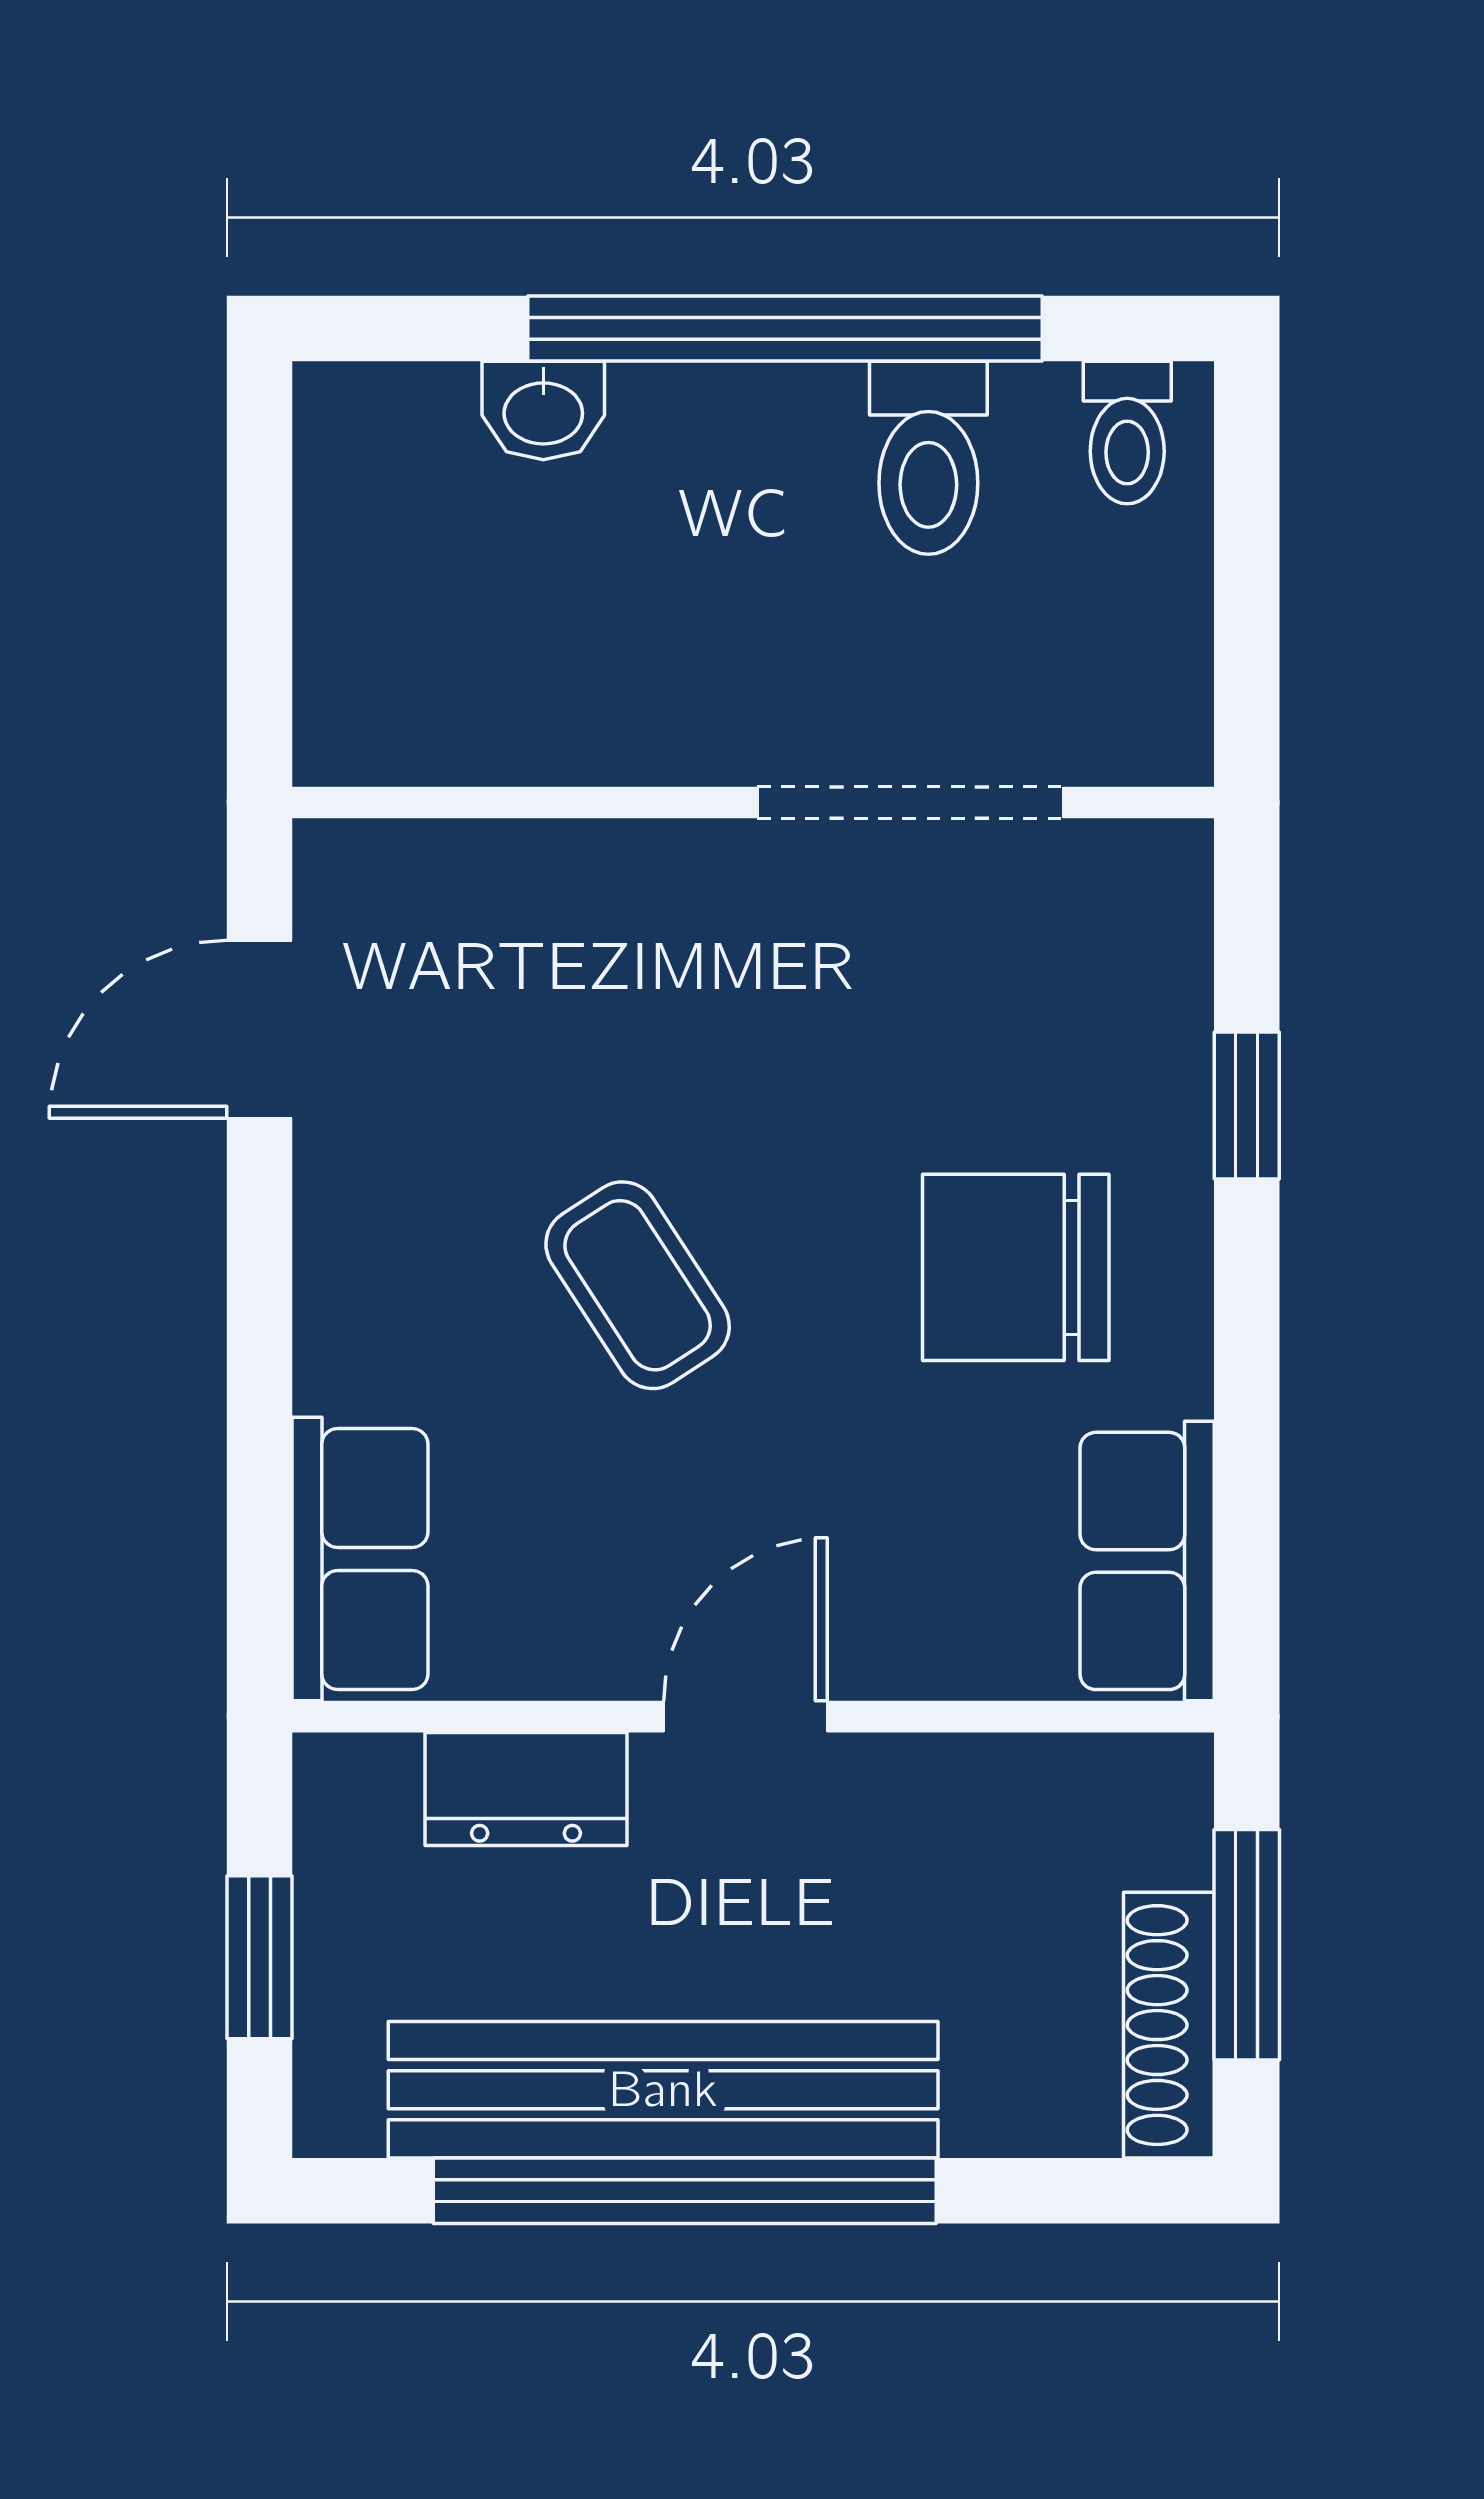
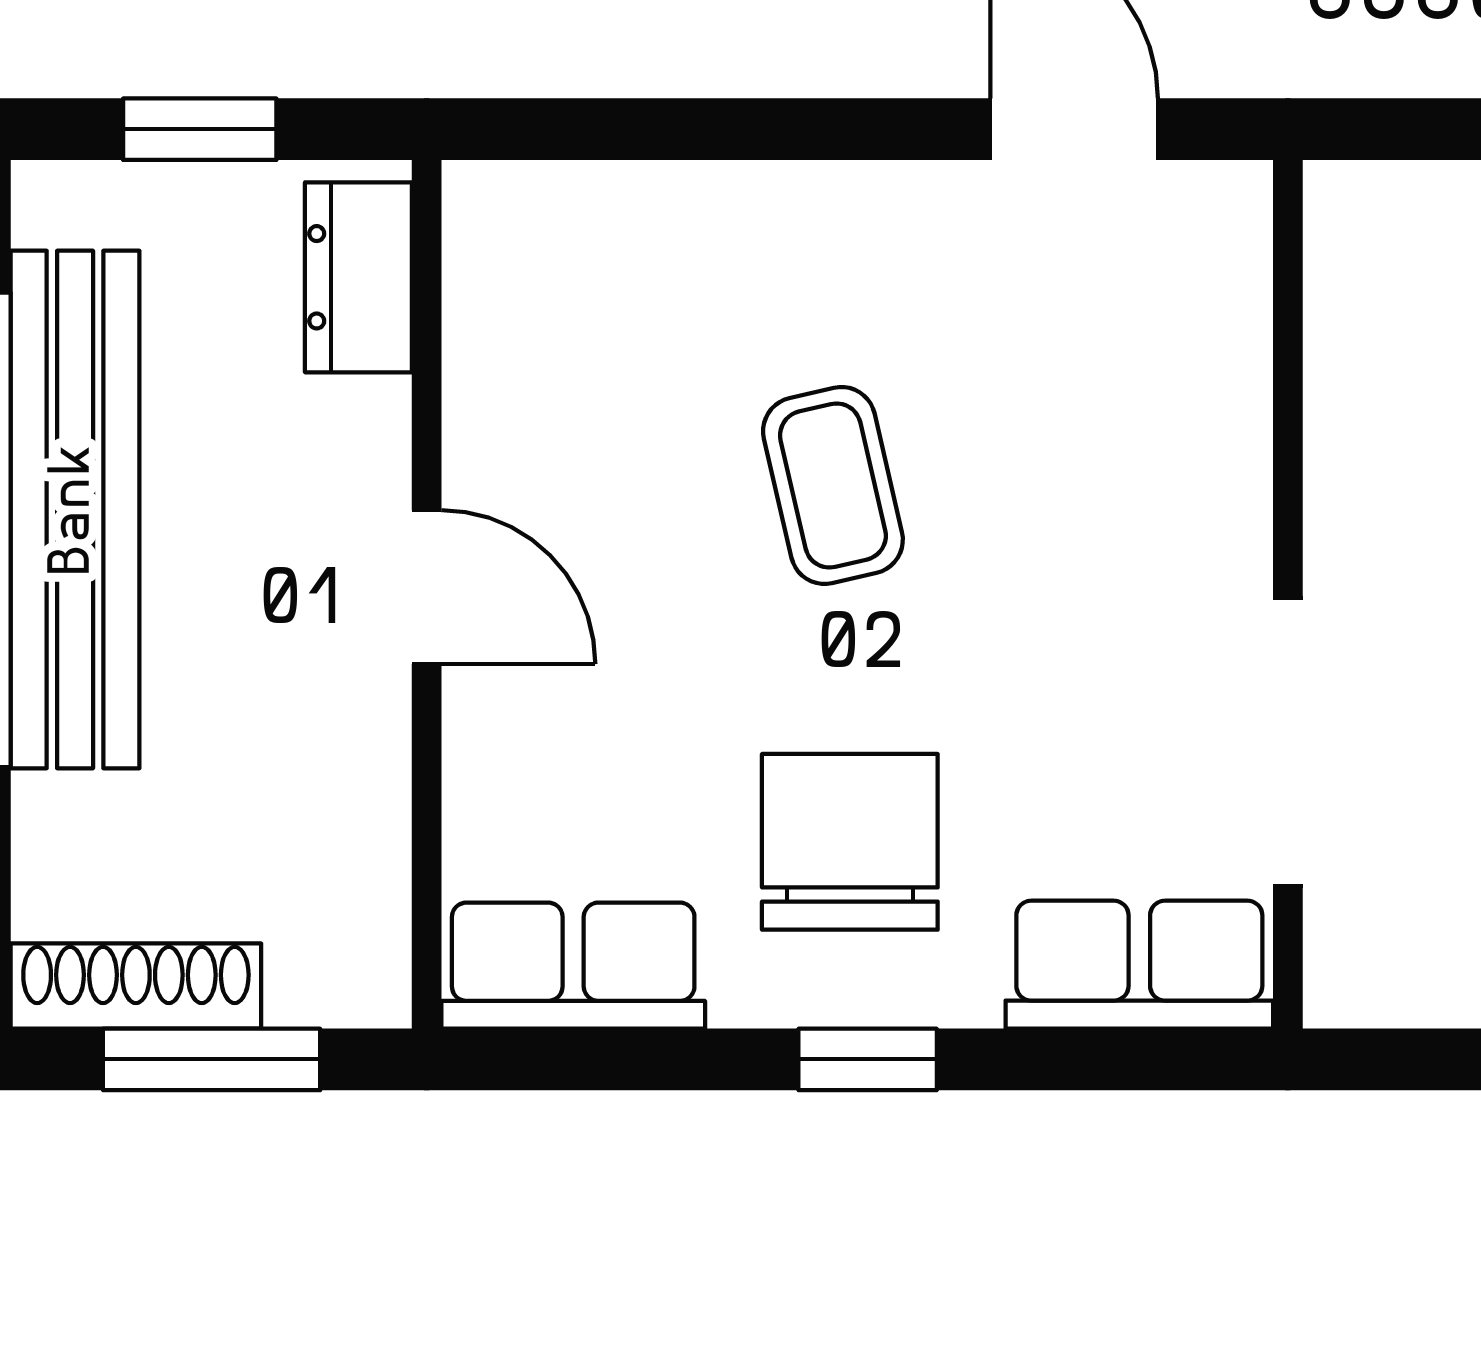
window: (1247, 1105) -> (868, 1059), moved
coffee table: (638, 1285) -> (833, 485), turned -70
row of seats: (360, 1559) -> (1139, 965), moved, turned 180
dresser: (526, 1789) -> (358, 277), moved

